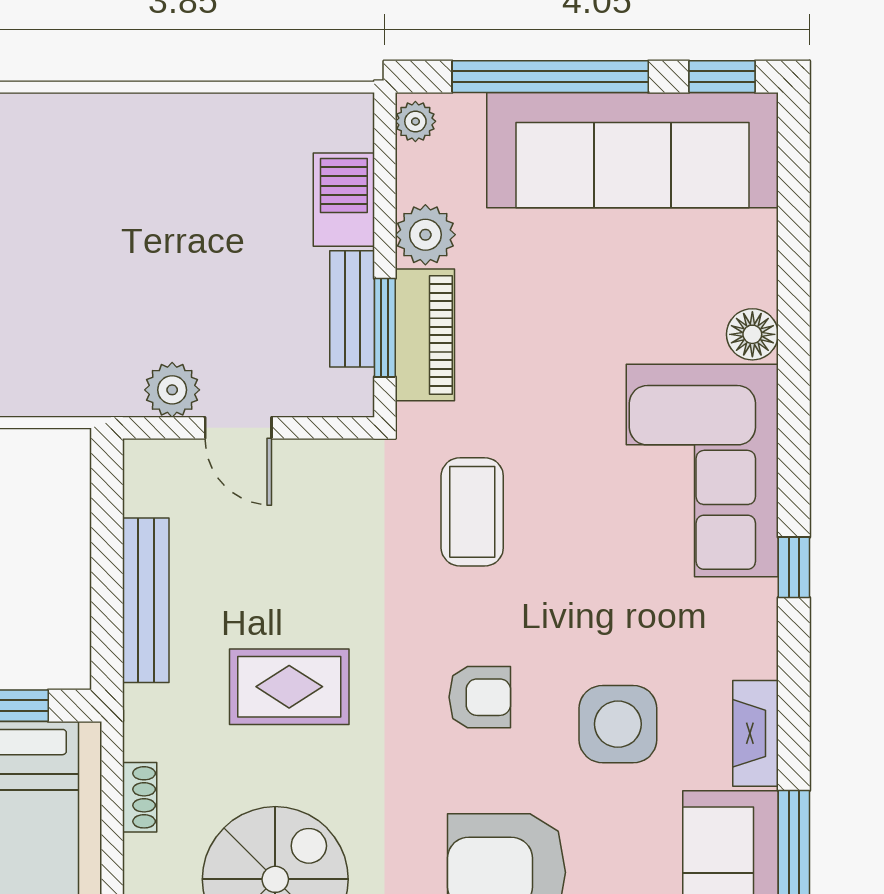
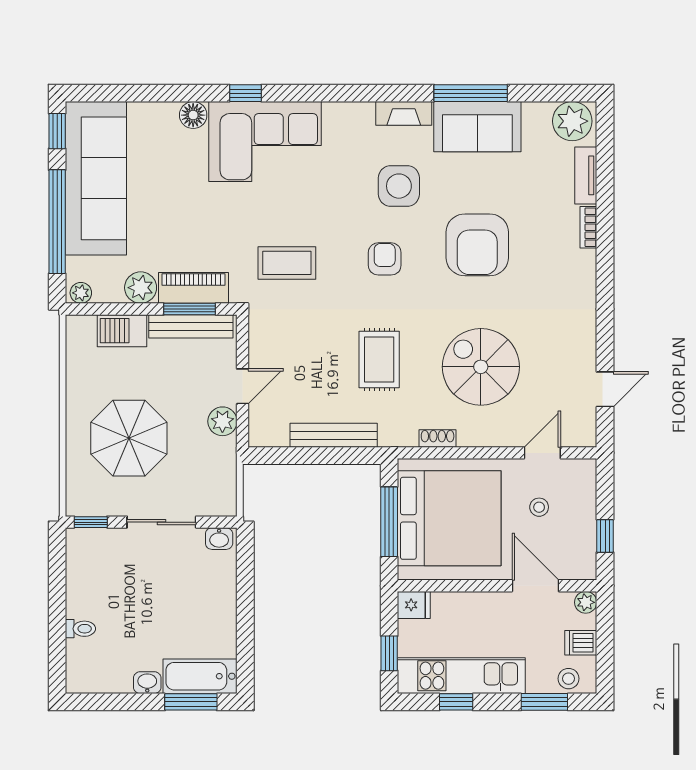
parasol: (140, 213) -> (129, 438), added
bench: (352, 309) -> (191, 326), width x1.36
window: (794, 567) -> (245, 93), moved

